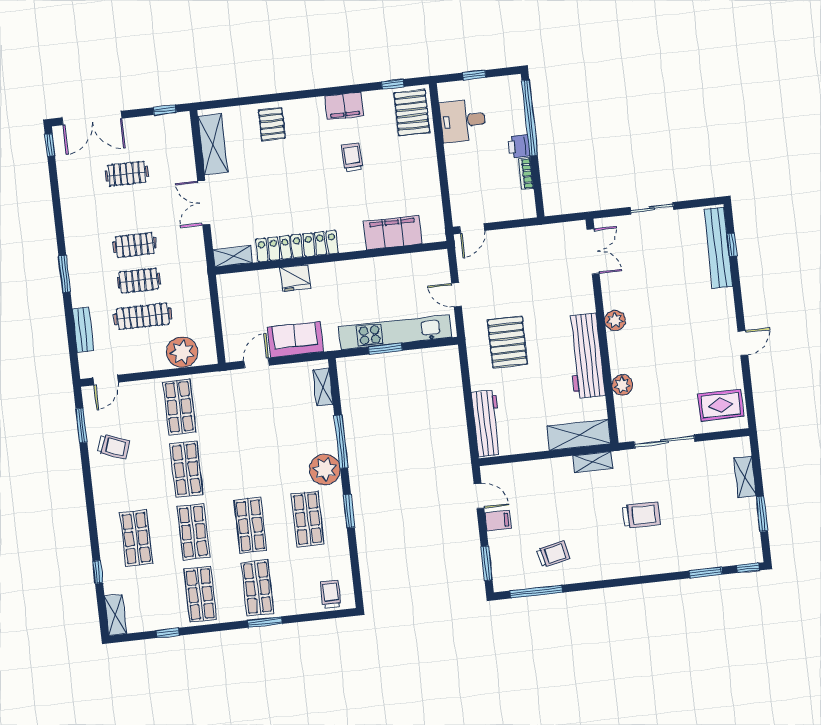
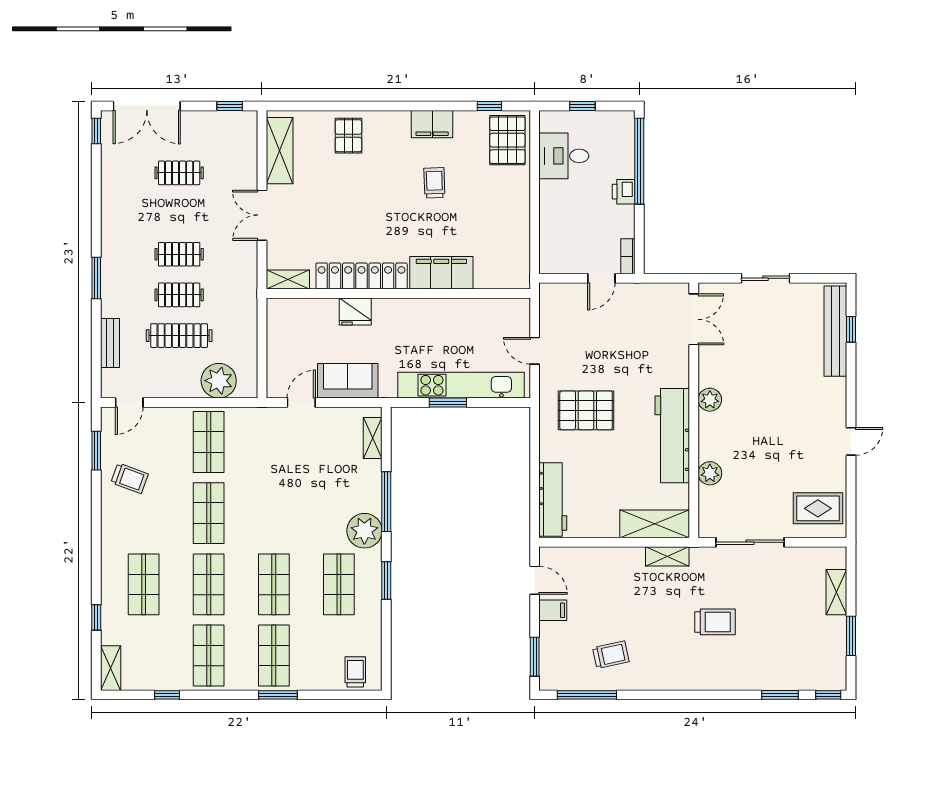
bookcase: (526, 174) -> (628, 256), moved
door: (472, 229) -> (601, 278), moved
filing cabinet: (393, 233) -> (441, 273), moved
pallet: (507, 342) -> (586, 410), turned 90

